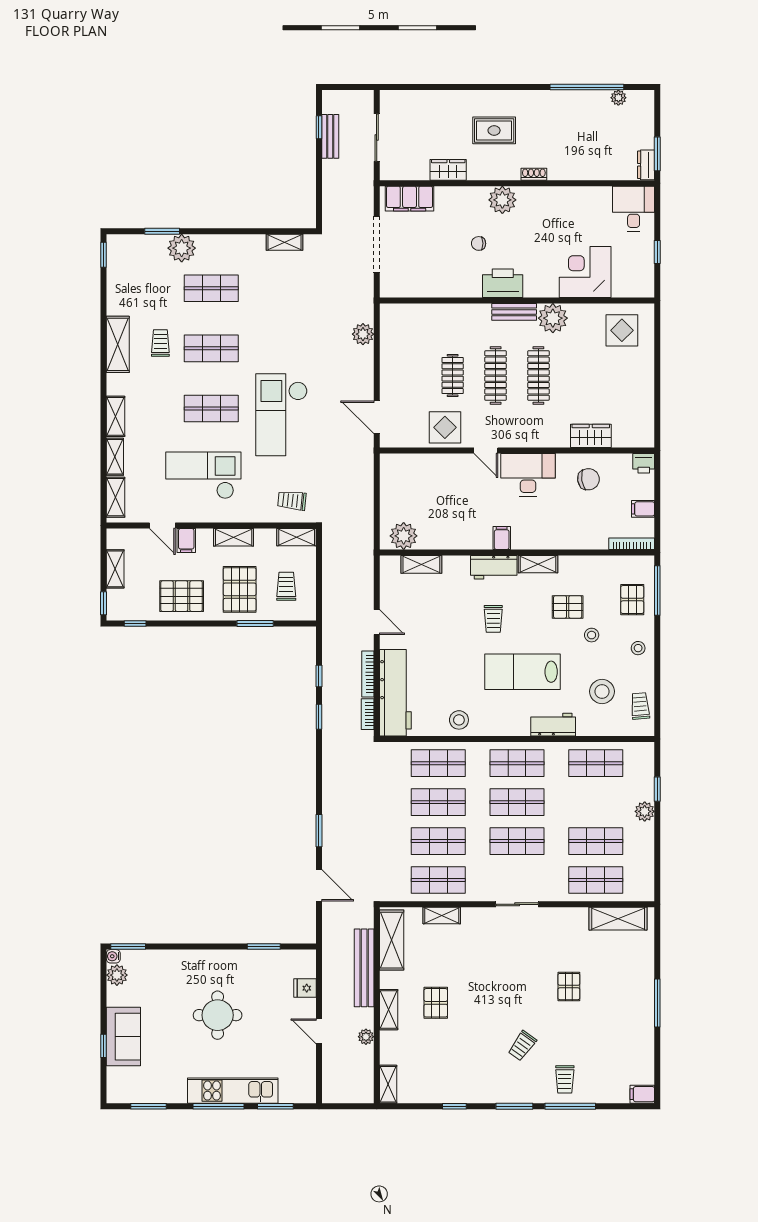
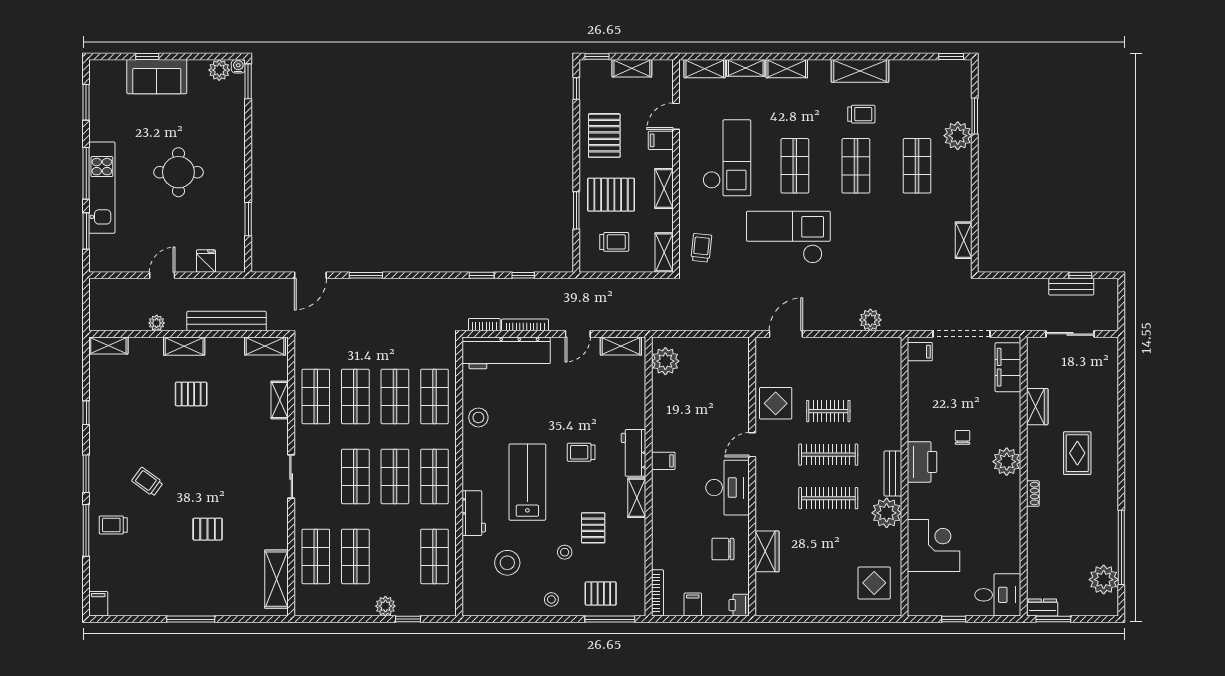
plant: (618, 98) -> (1104, 580), width x1.87, depth x1.87
filing cabinet: (394, 285) -> (920, 352), added
chair: (588, 479) -> (723, 549), turned 99
shelving: (421, 564) -> (621, 346), moved, turned 90
trolley: (640, 706) -> (493, 601), removed
shelving: (392, 940) -> (265, 346), width x0.67, depth x0.75

